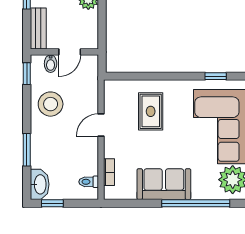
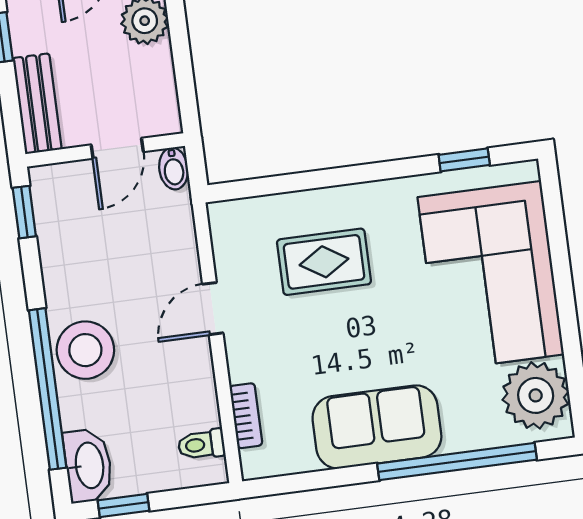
bidet: (51, 64) -> (174, 168), moved
stool: (51, 104) -> (85, 350), moved
rug: (151, 111) -> (324, 262), turned 90
window: (27, 150) -> (48, 389), width x2.11

